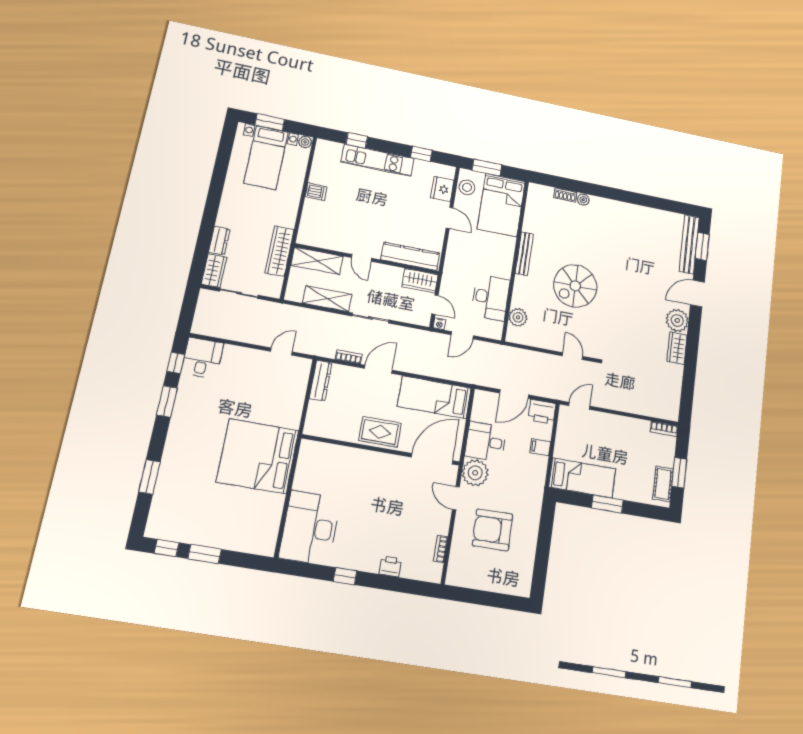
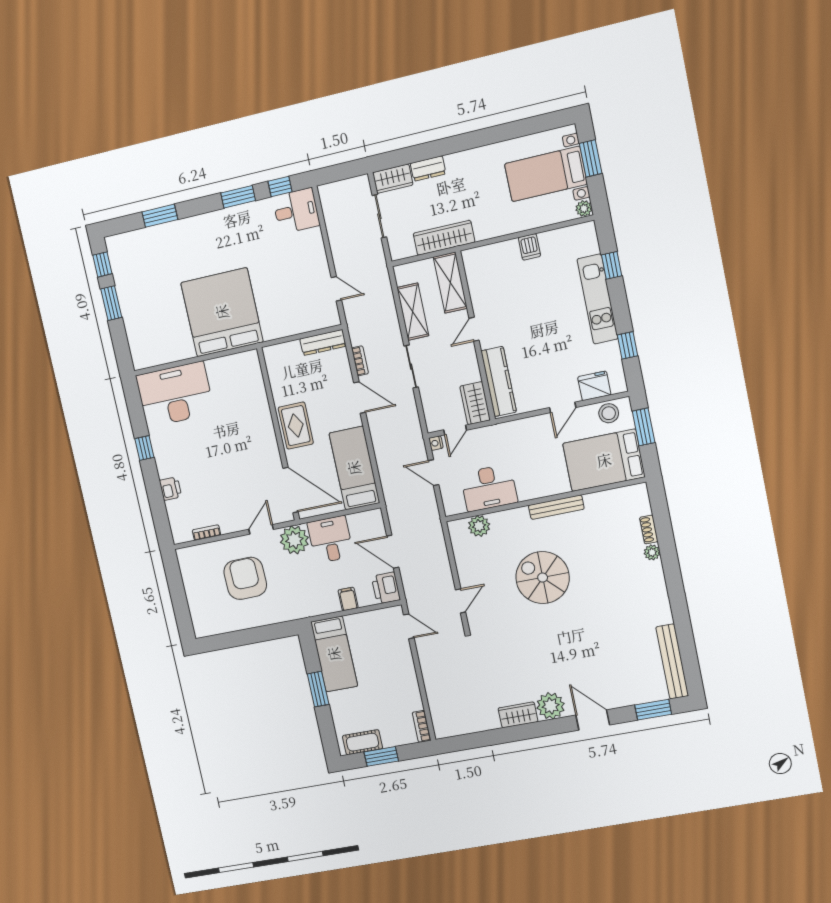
bench: (689, 244) -> (672, 661), moved, turned 90

